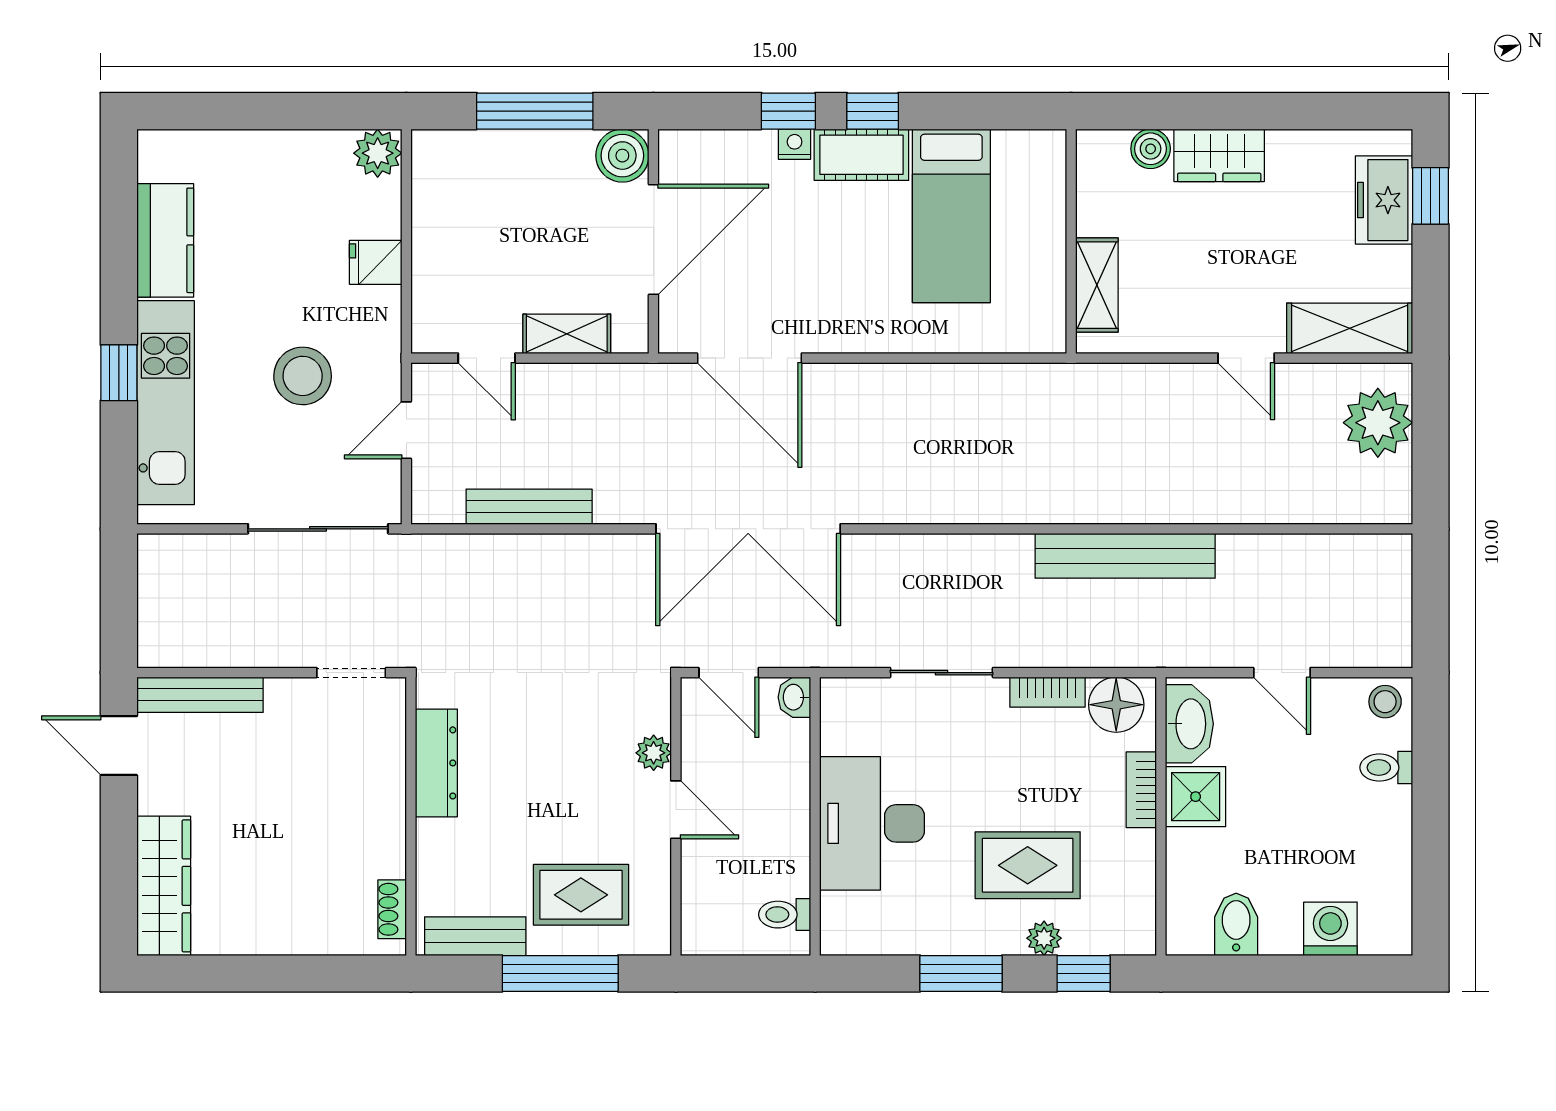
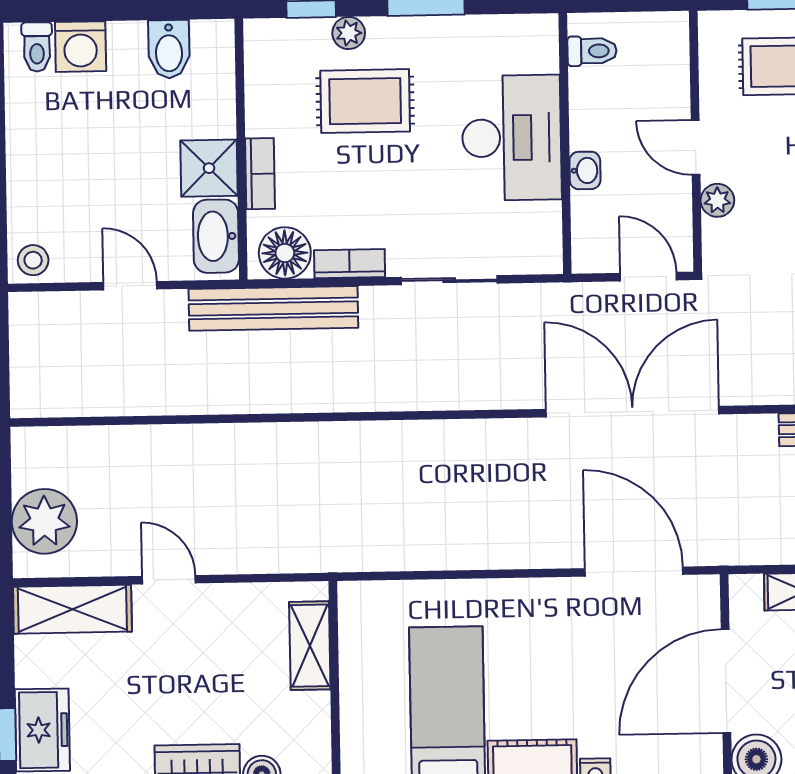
bench: (1125, 556) -> (273, 308), moved
washbasin: (794, 697) -> (585, 170), moved
toilet: (1386, 768) -> (37, 47), moved, turned 90

